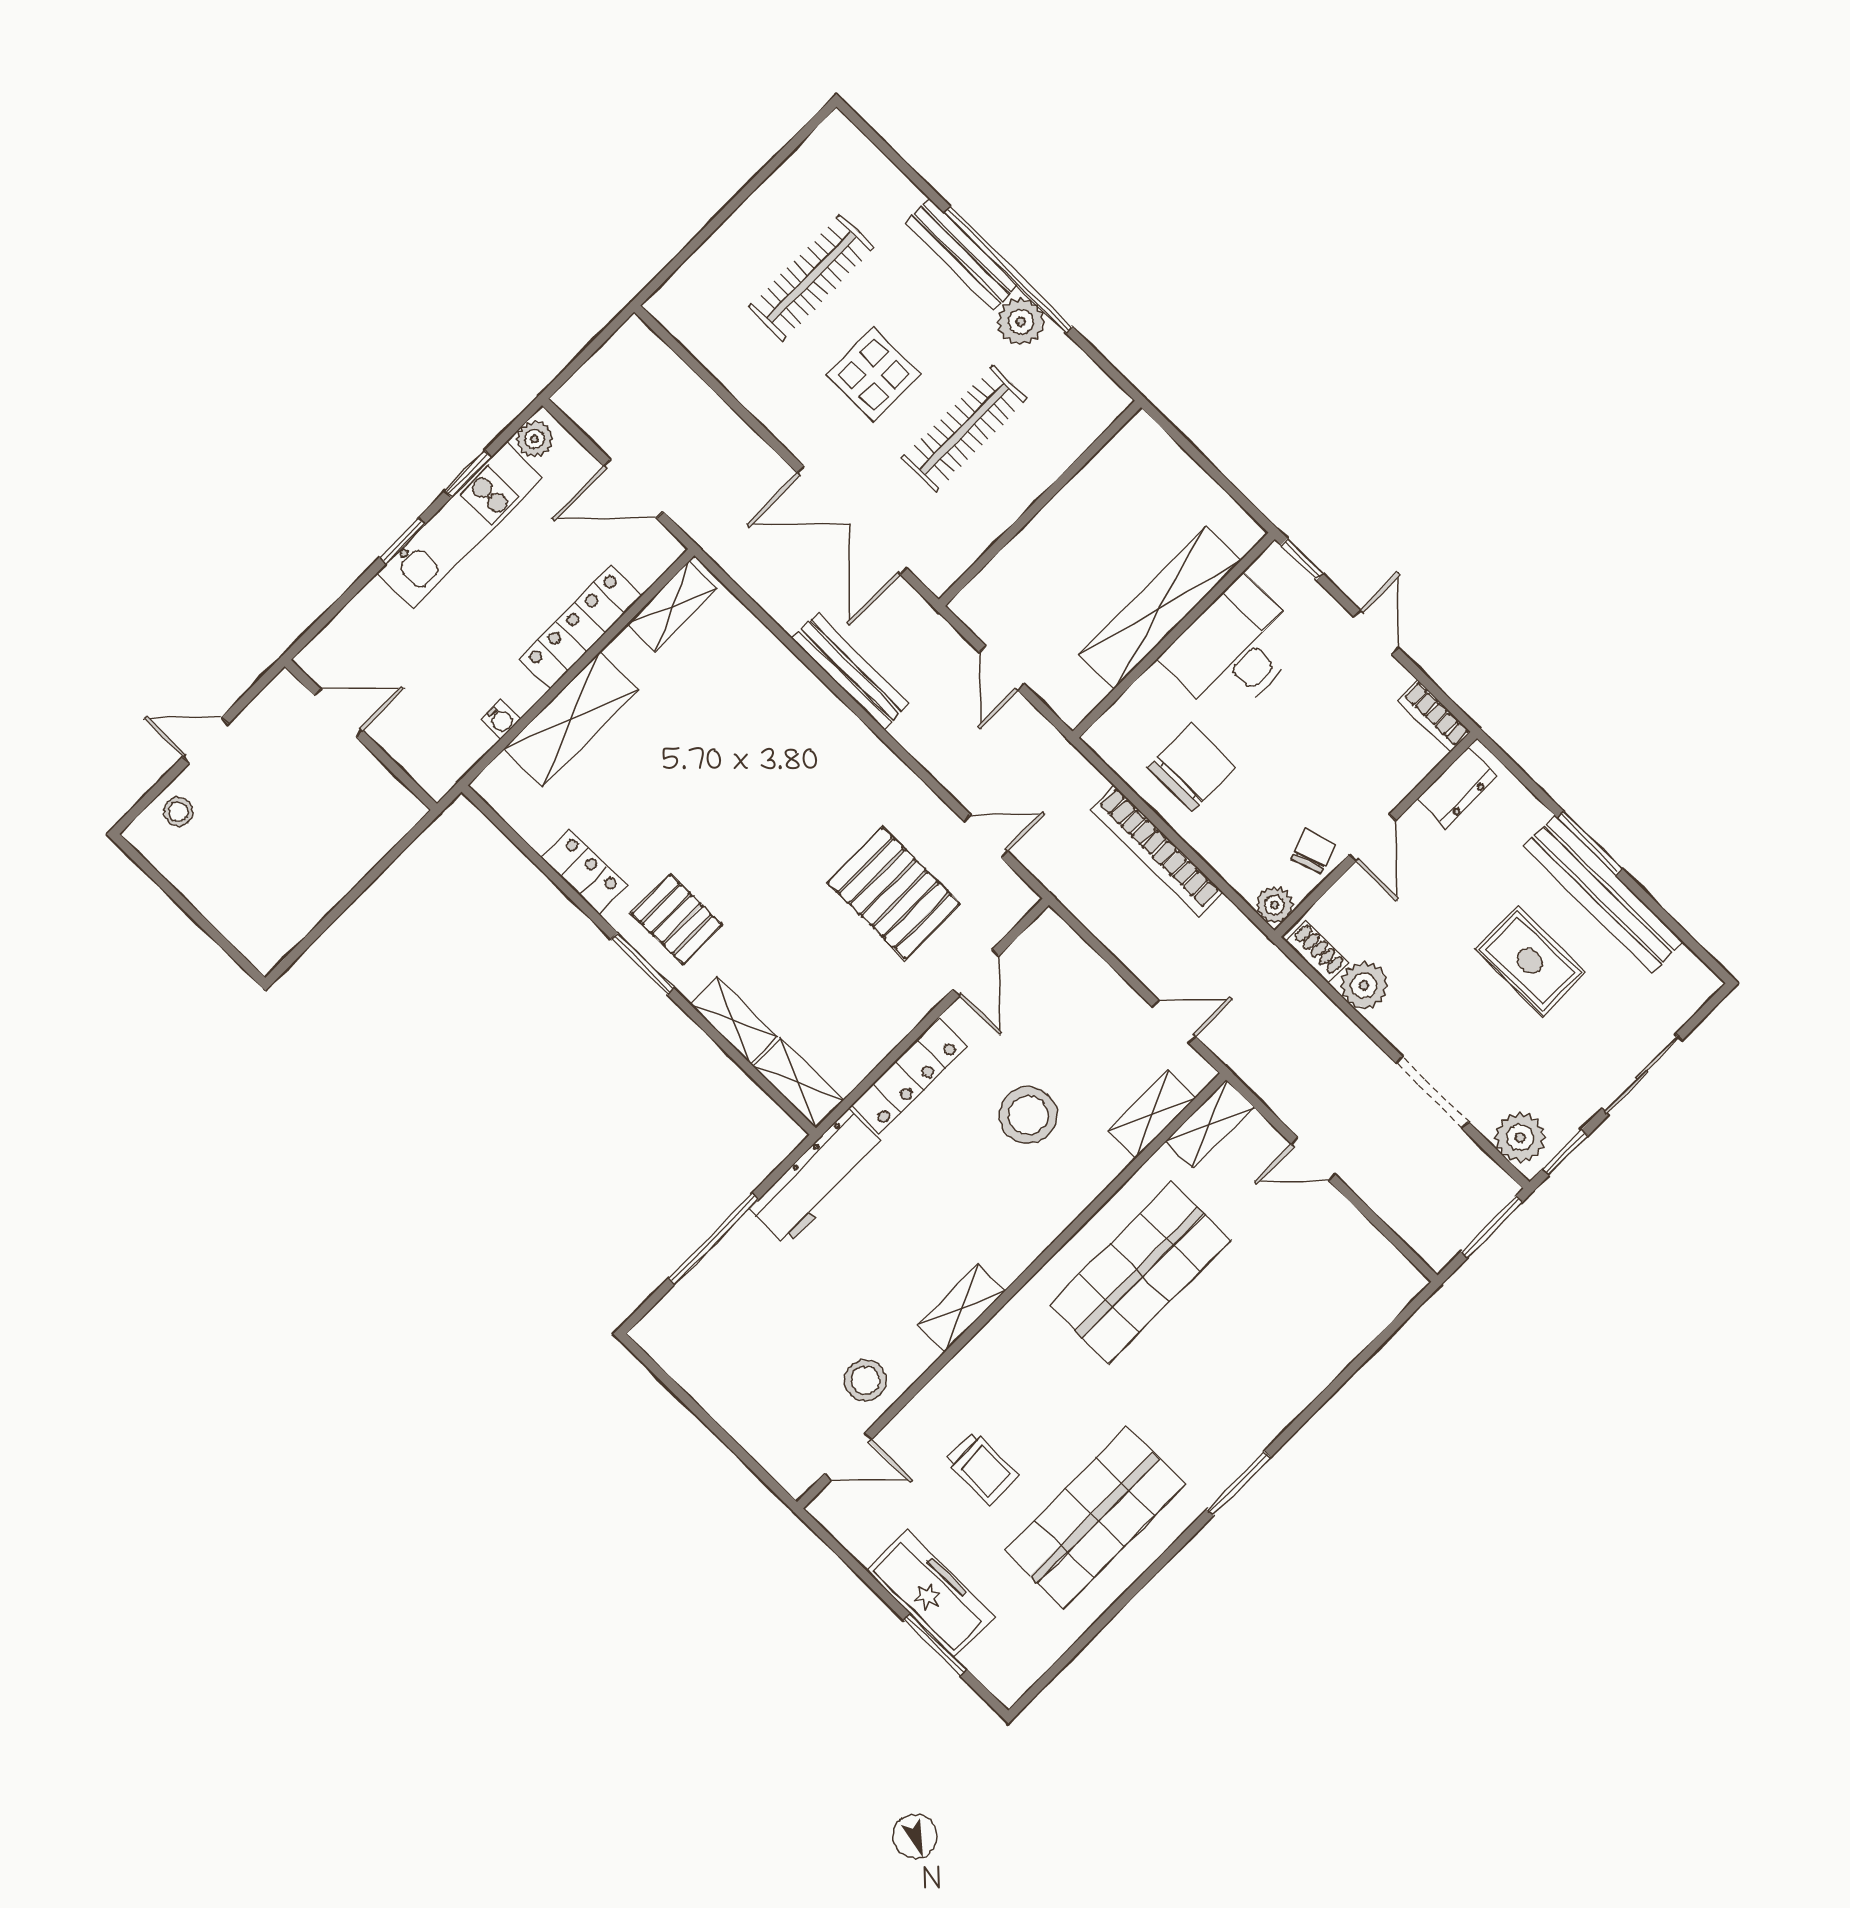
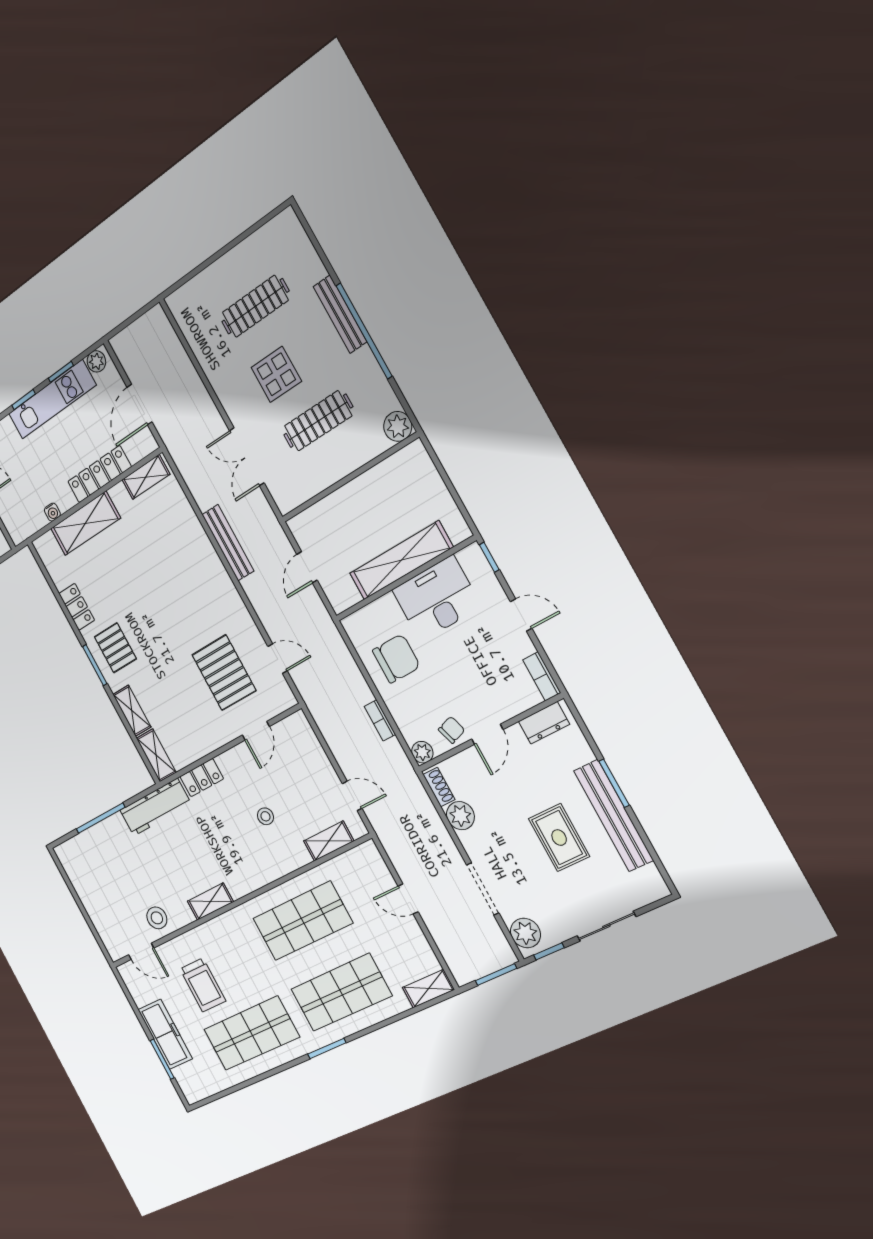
plant: (1021, 322) -> (398, 426), moved
door: (633, 489) -> (140, 404), hinge flipped
double door: (852, 520) -> (247, 457), width x0.73
door: (1376, 632) -> (521, 615), hinge flipped
bookcase: (1156, 851) -> (380, 720), width x0.43, depth x0.76
locker: (909, 1076) -> (202, 778), width x0.66
stool: (1028, 1115) -> (265, 816), width x0.53, depth x0.53
shelving: (1210, 1124) -> (428, 989), moved
shop shelf: (1239, 1371) -> (341, 992), added
trolley: (982, 1468) -> (203, 985), width x1.36, depth x1.39

